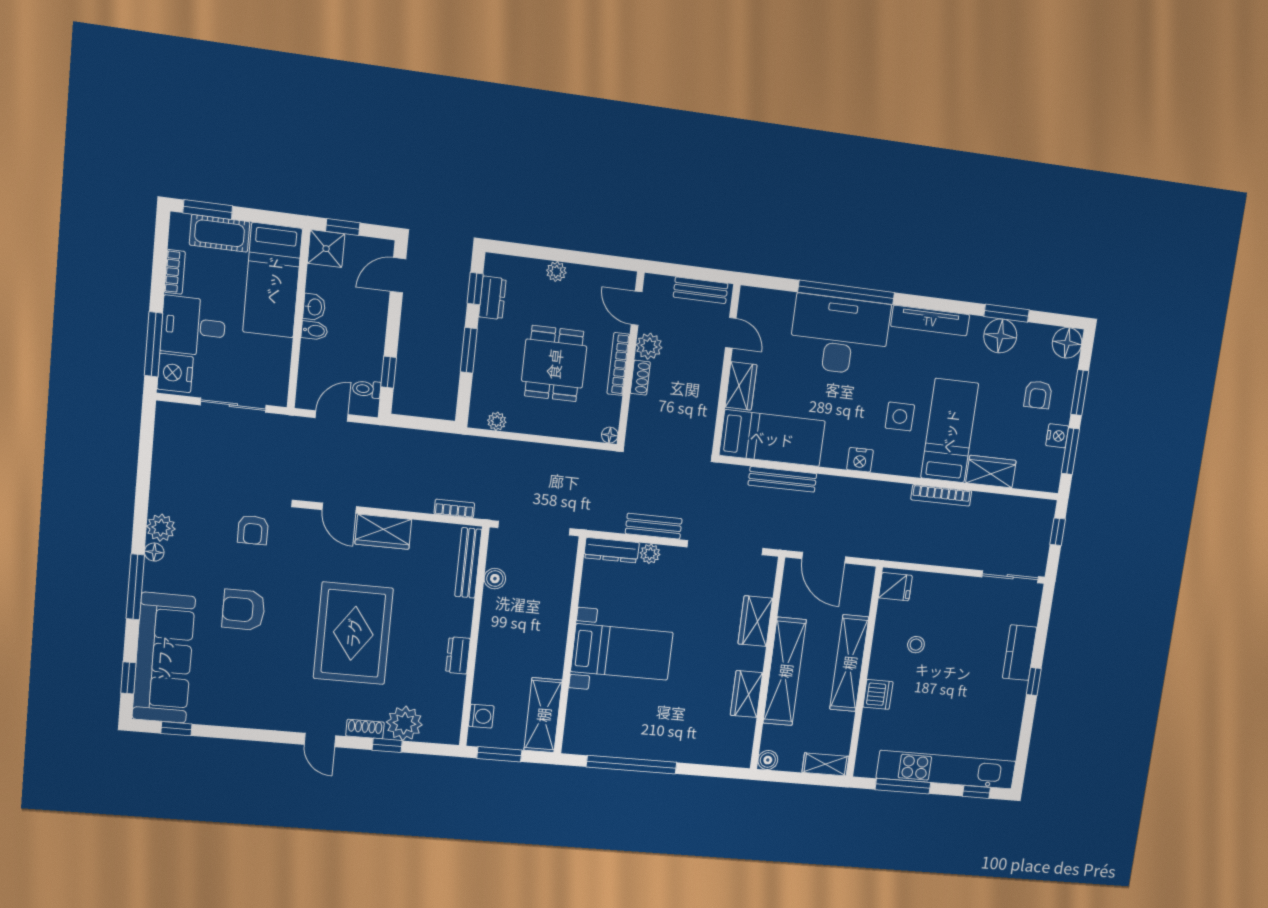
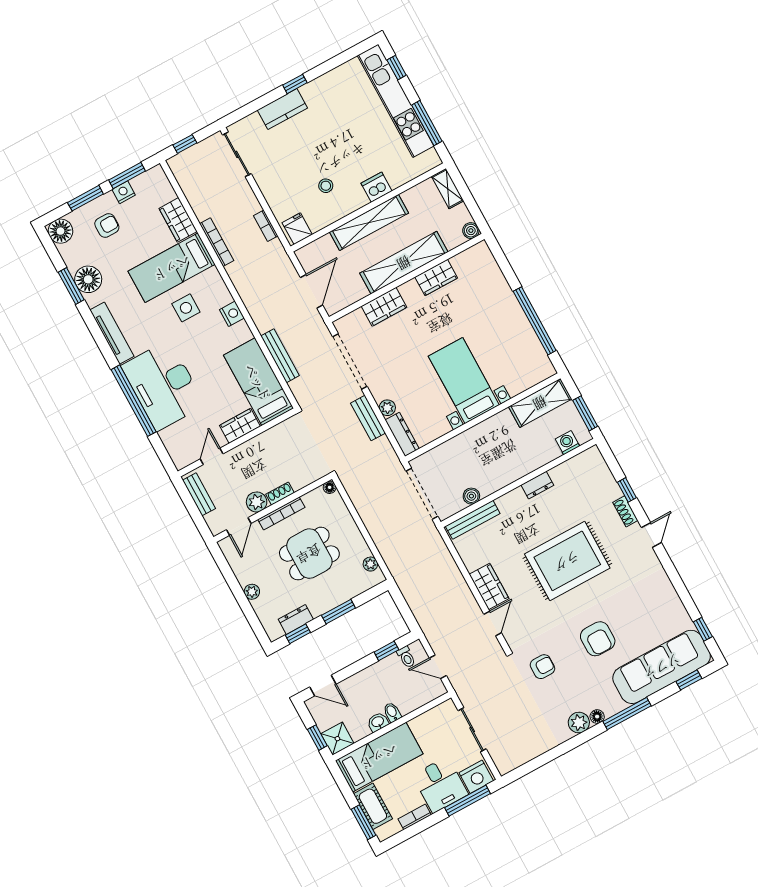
bookcase: (454, 509) -> (266, 226), moved
plant: (404, 723) -> (605, 489), removed

